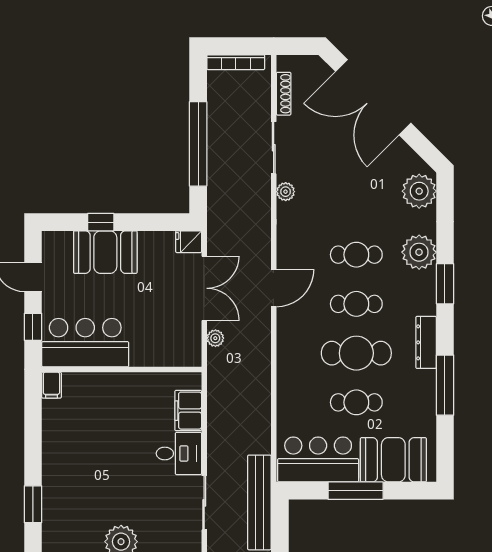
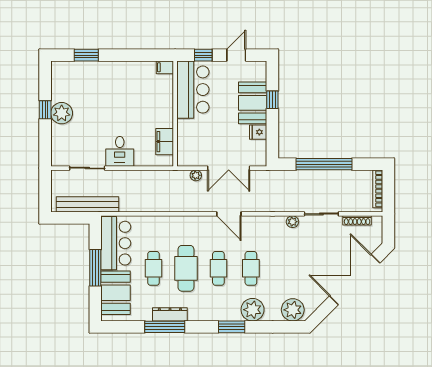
fridge: (189, 242) -> (258, 132), moved, turned -90
dresser: (426, 342) -> (170, 314), moved
filing cabinet: (188, 411) -> (165, 142), moved, turned -90

